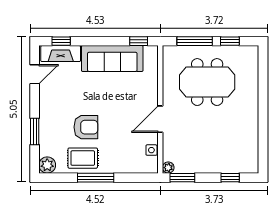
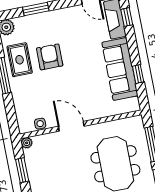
window: (139, 41) -> (138, 74), moved
armchair: (86, 127) -> (50, 57), turned 180
window: (182, 178) -> (22, 170), moved

